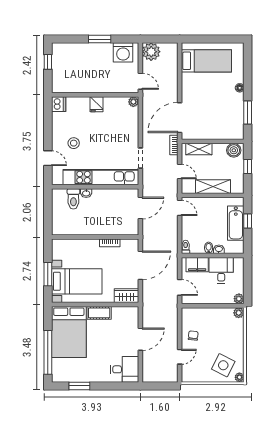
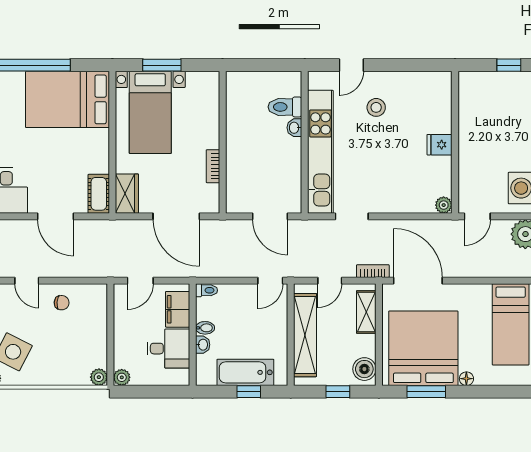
dishwasher: (59, 104) -> (440, 83), removed
bed: (221, 114) -> (423, 348), added
shelving: (213, 187) -> (305, 335), width x1.47
cot: (99, 313) -> (99, 194), moved

